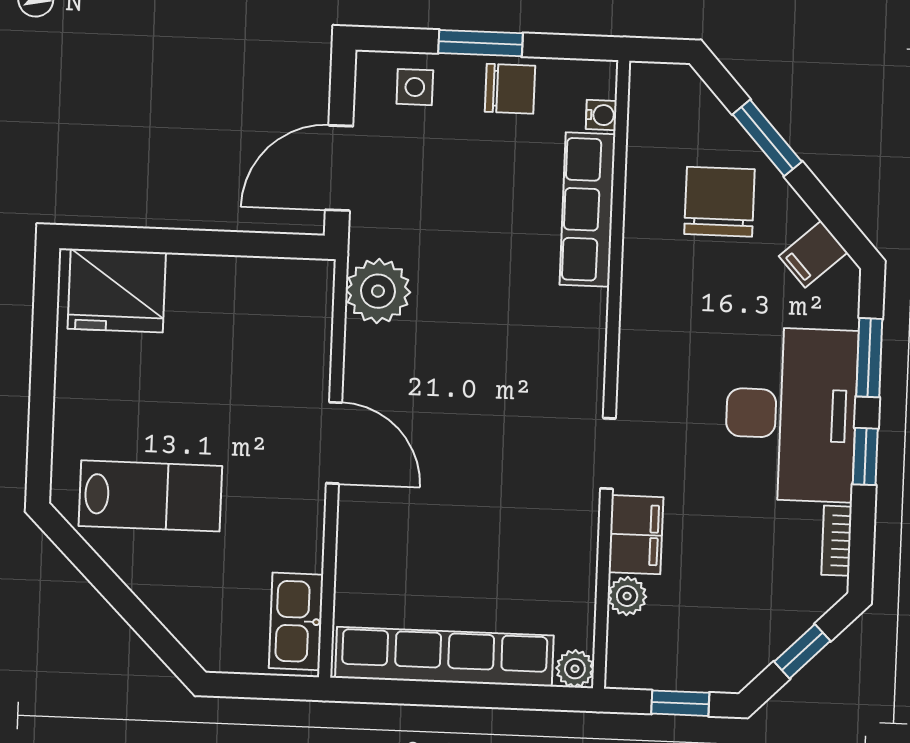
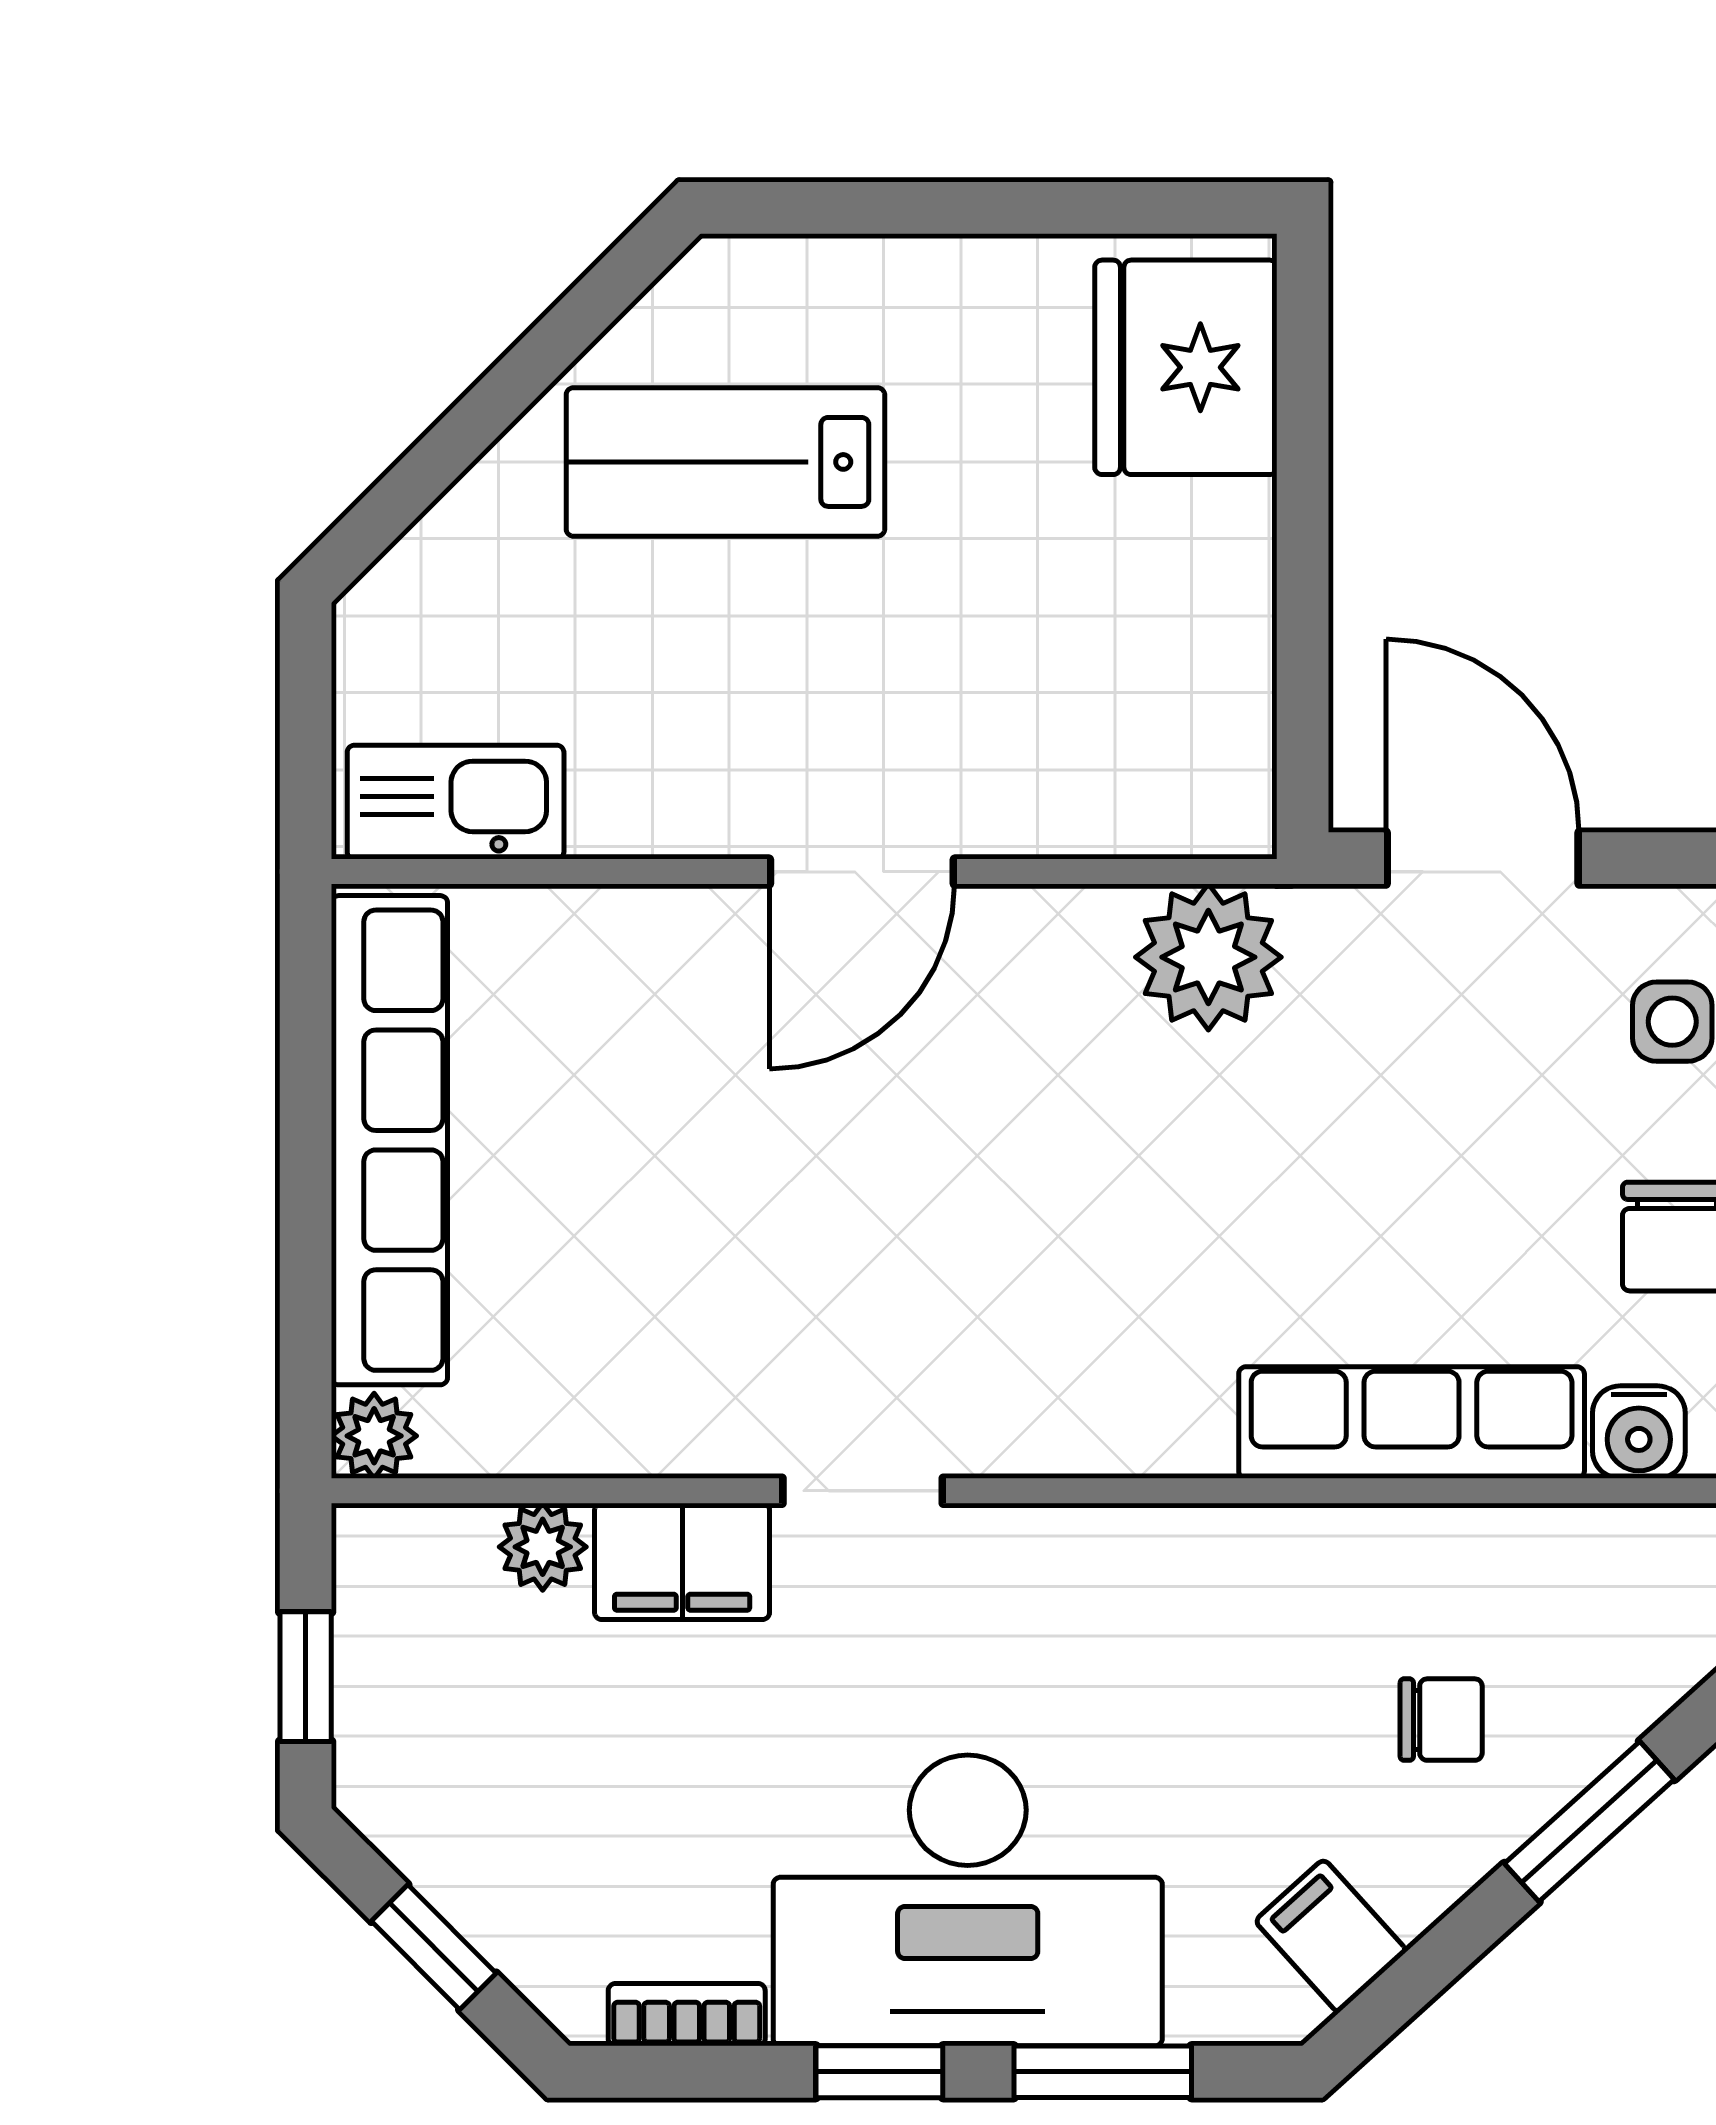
water cooler: (601, 115) -> (1639, 1432), width x1.38, depth x1.38
chair: (719, 202) -> (1441, 1720), width x0.54, depth x0.54
lab bench: (150, 496) -> (725, 462), turned 90

